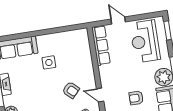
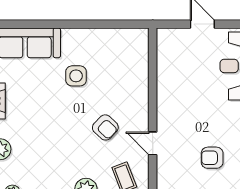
row of seats: (101, 45) -> (167, 61), removed

